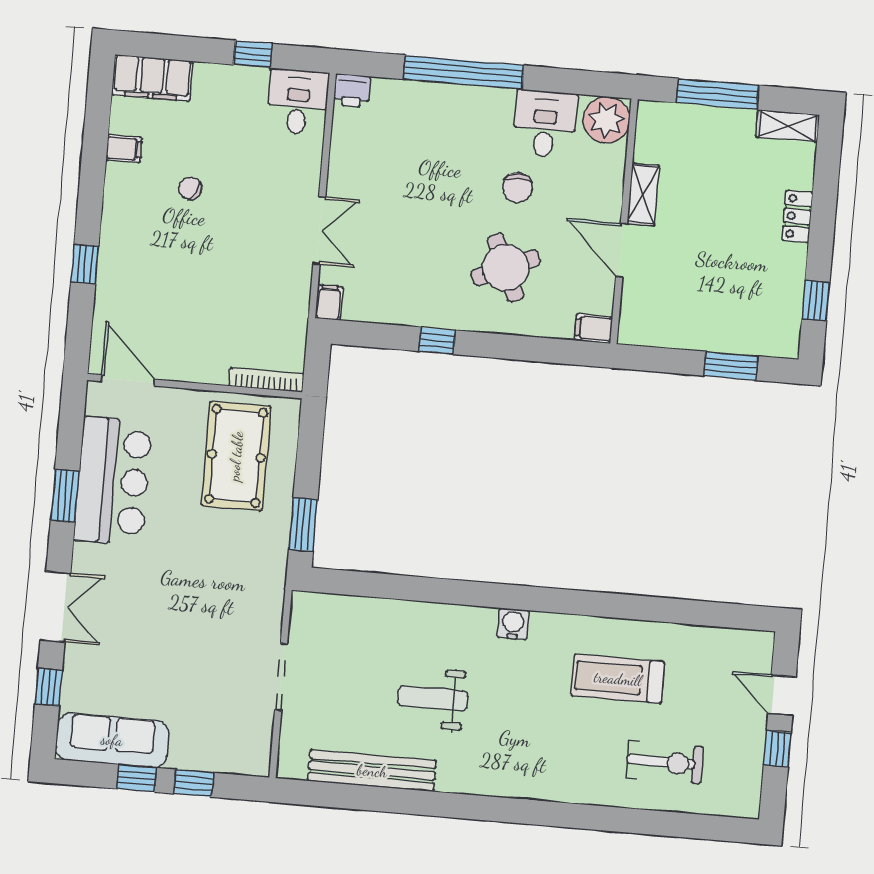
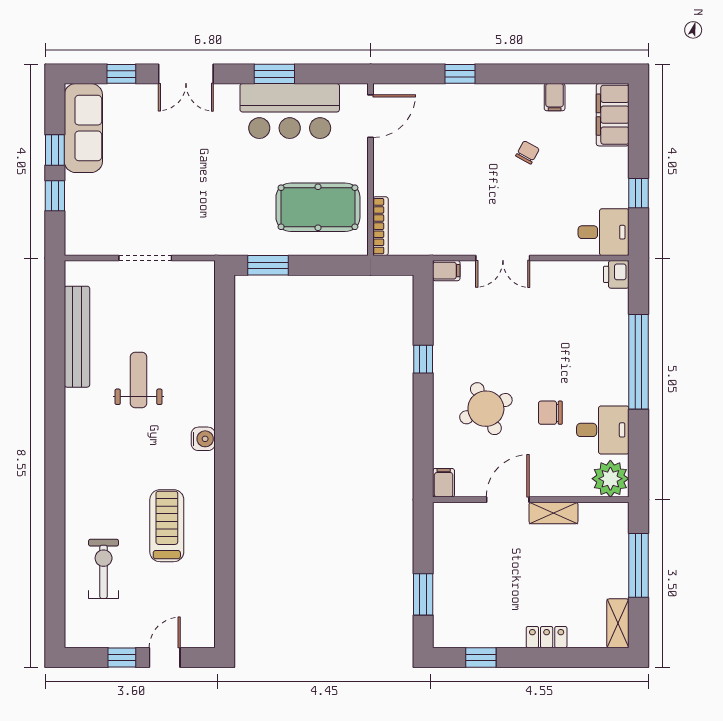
exercise bike: (665, 762) -> (104, 569), turned 180

